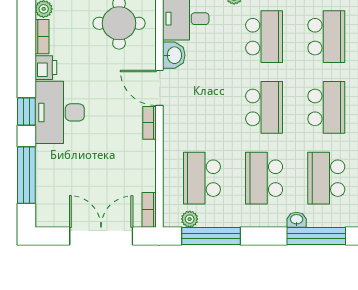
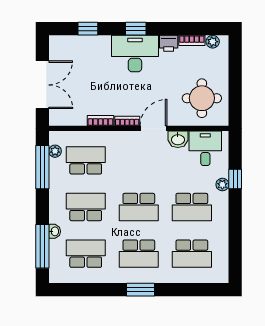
window: (26, 175) -> (88, 29), width x0.46
bookcase: (149, 210) -> (100, 121), moved

